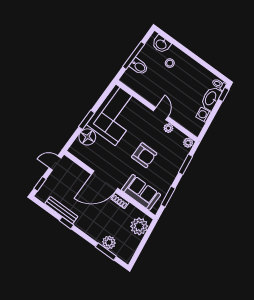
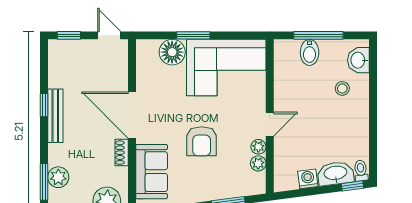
plant: (188, 143) -> (258, 163), moved
bench: (61, 210) -> (55, 116), moved

